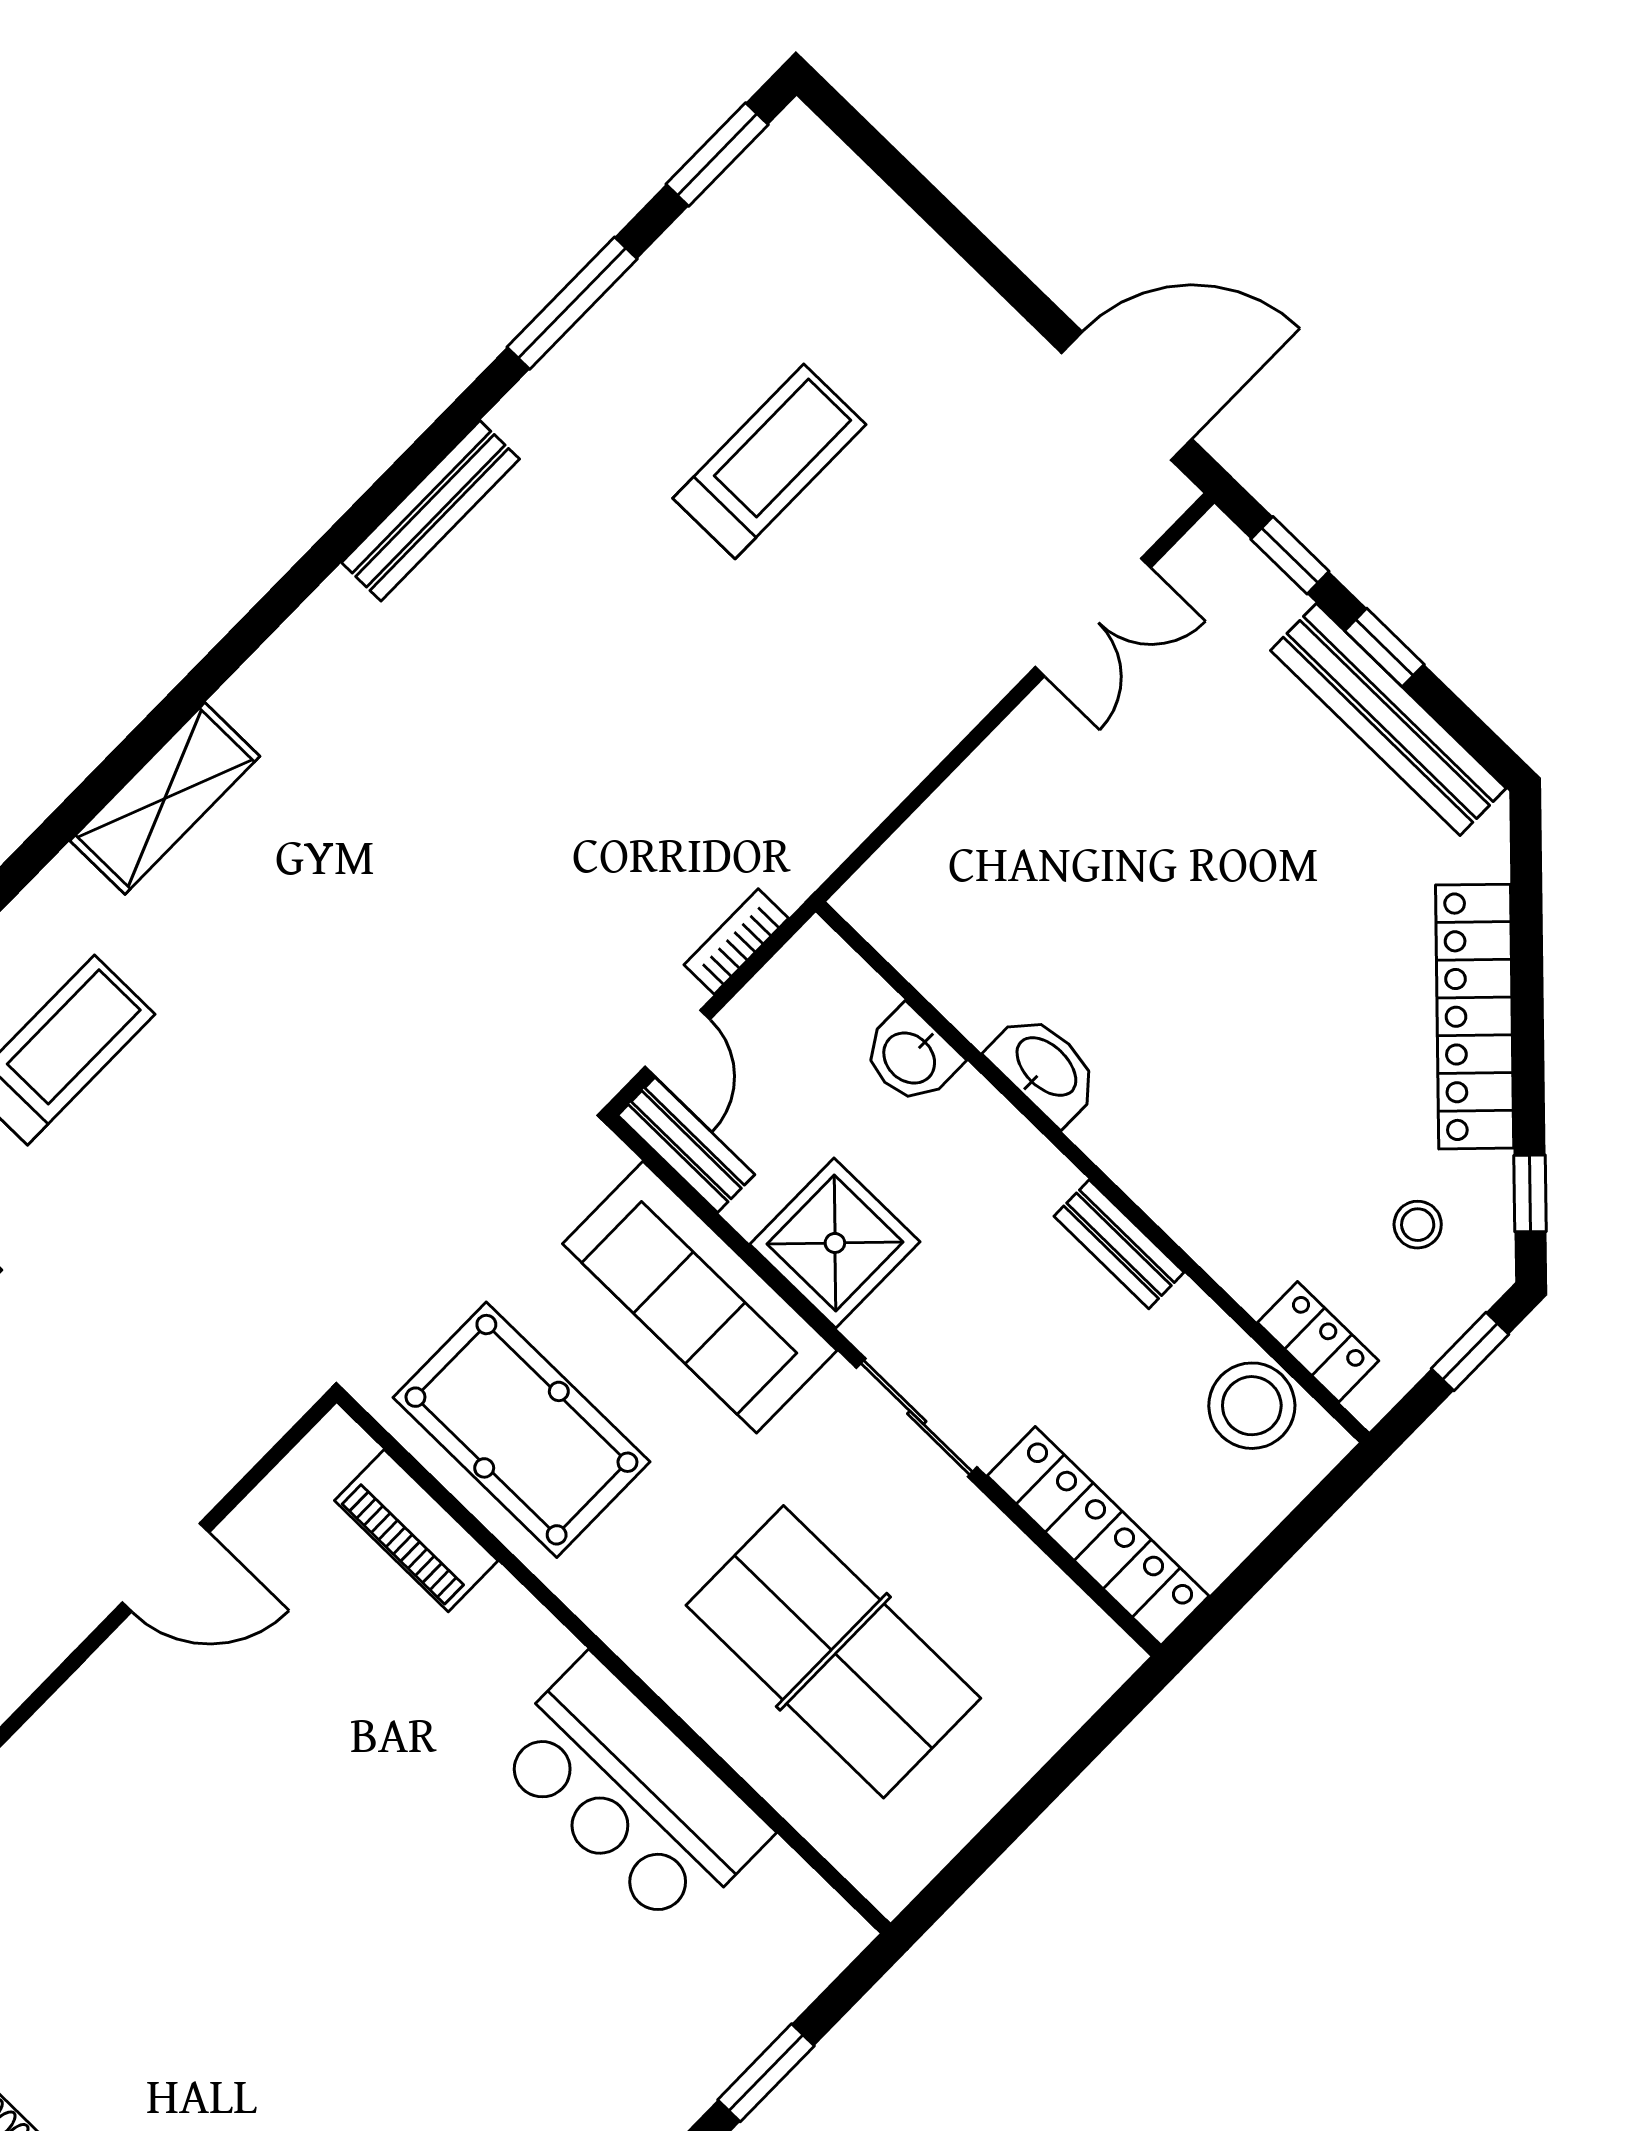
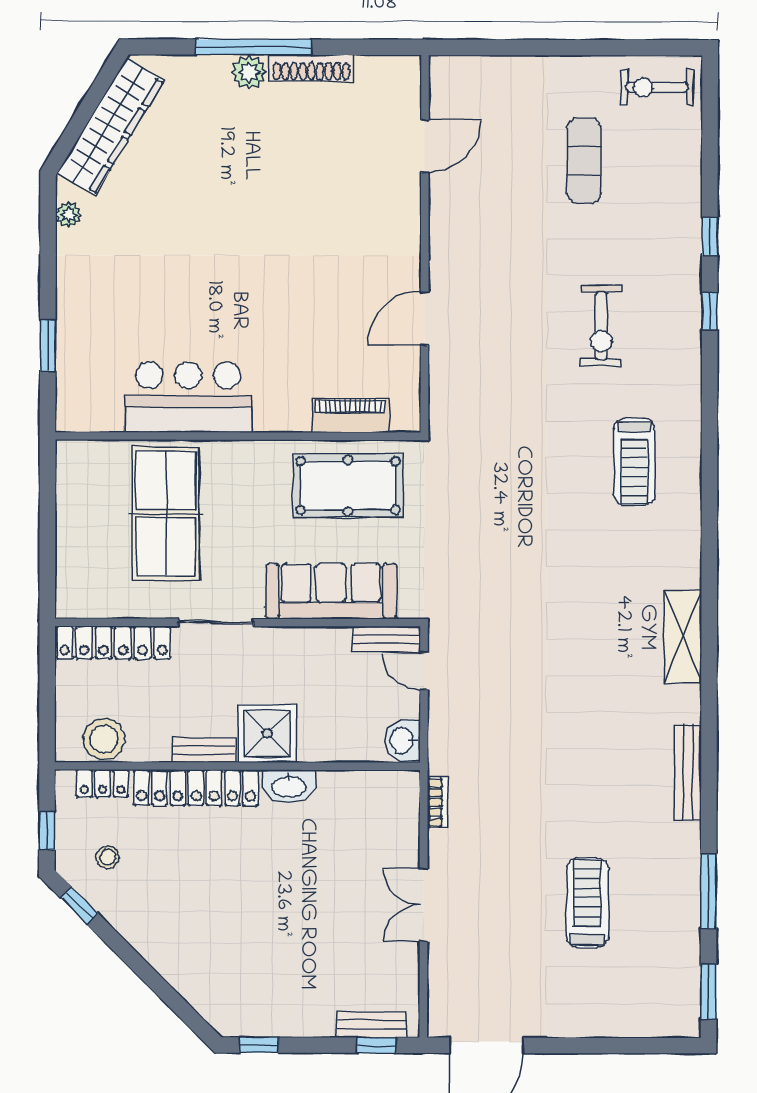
treadmill: (769, 461) -> (587, 903), turned 180
double door: (1093, 617) -> (424, 905), moved
window: (1384, 648) -> (259, 1045), moved
bench: (1388, 719) -> (372, 1025), moved, width x0.54, depth x0.82
shelving: (165, 798) -> (683, 637), moved
bookcase: (736, 941) -> (438, 803), moved
locker: (1475, 1017) -> (196, 788), moved, turned 135
washbasin: (911, 1056) -> (403, 741), moved, turned -90
shower: (835, 1243) -> (267, 733), moved
table tennis table: (833, 1652) -> (166, 514), turned 90

